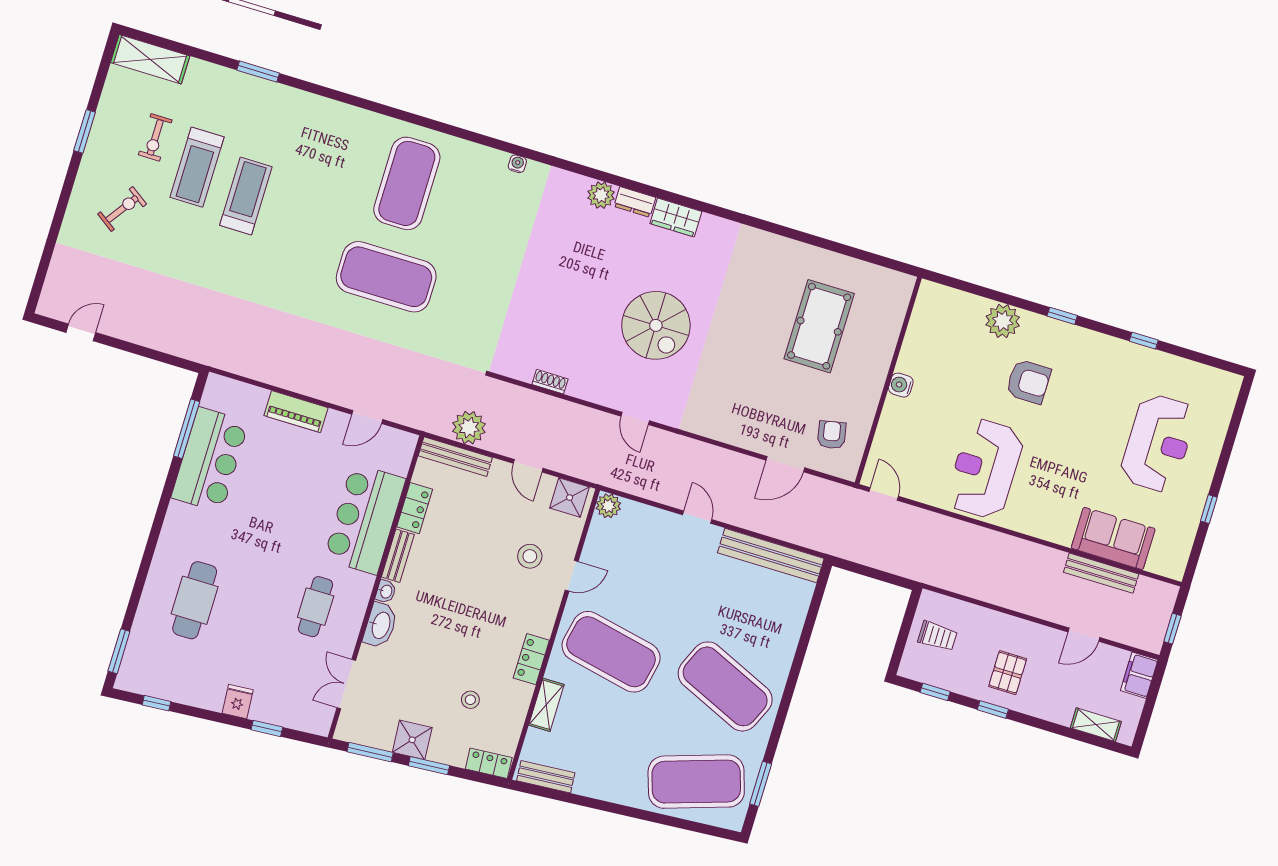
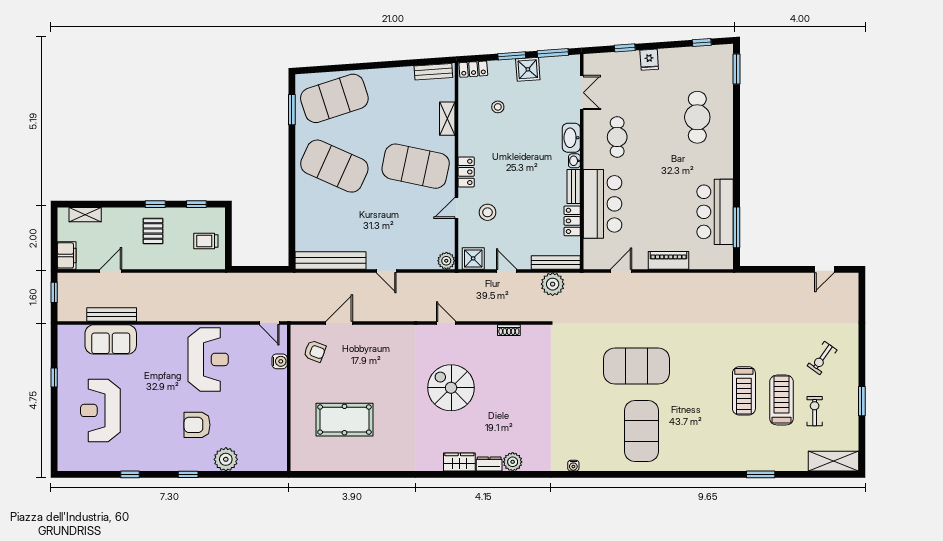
pool table: (819, 326) -> (344, 420), turned 90
water cooler: (901, 385) -> (280, 361), moved
armchair: (832, 435) -> (315, 351), turned -59
locker: (531, 659) -> (466, 172), moved

